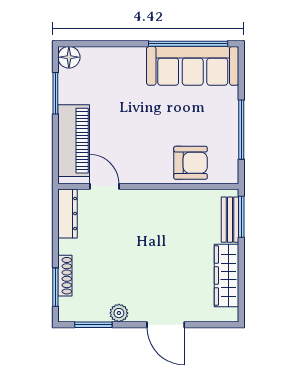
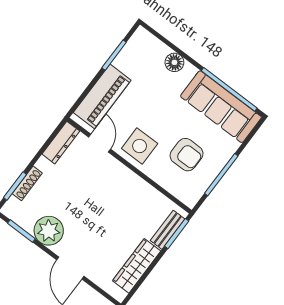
floor lamp: (69, 57) -> (174, 62), moved
side table: (144, 161) -> (140, 146), added
armchair: (191, 163) -> (187, 155), moved
plant: (119, 313) -> (49, 231), width x1.87, depth x1.87

